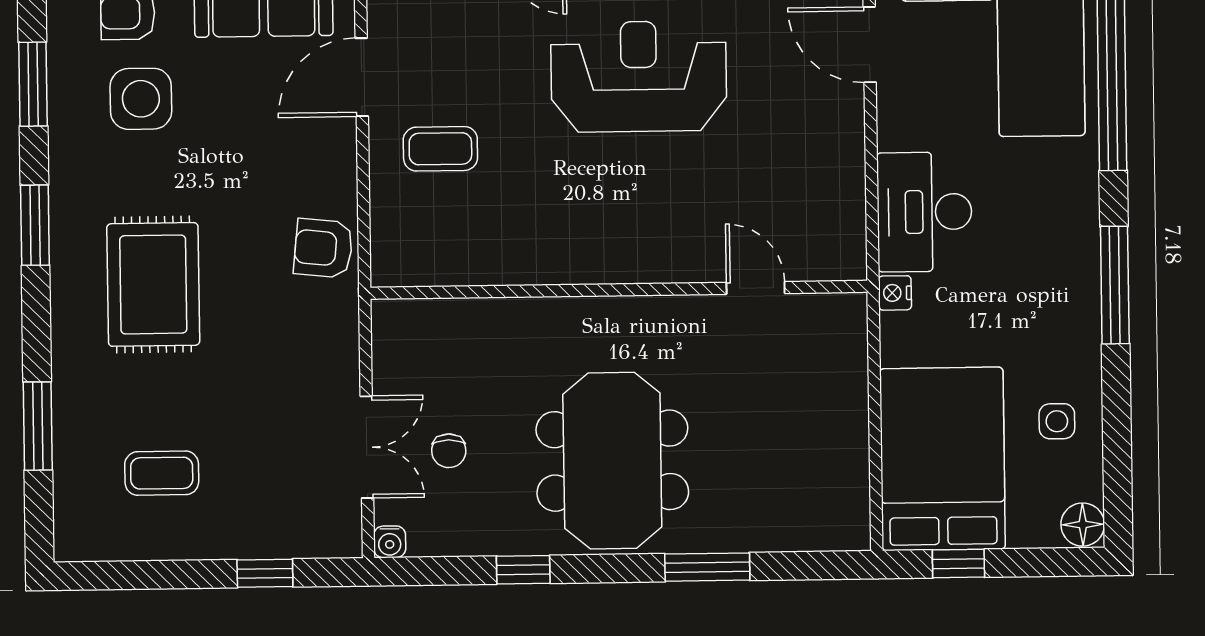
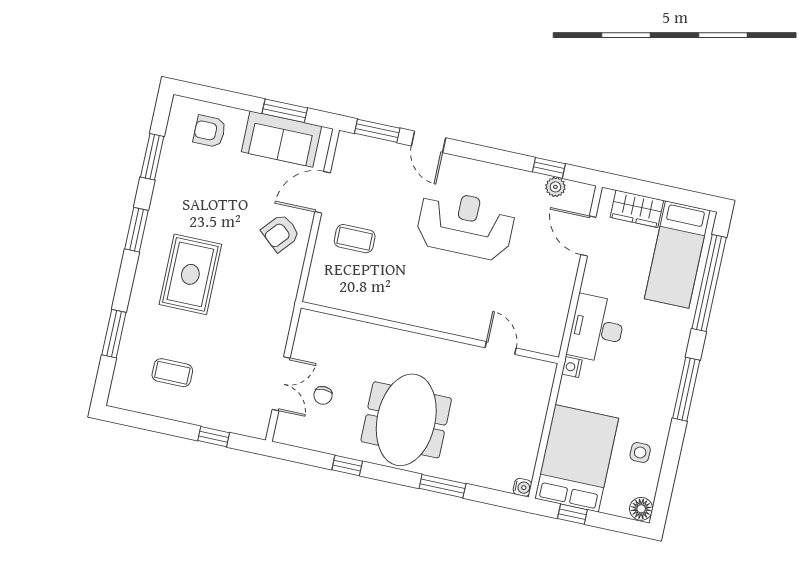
side table: (141, 99) -> (206, 177), removed
armchair: (323, 248) -> (280, 233), moved, turned -55
water cooler: (390, 542) -> (522, 487), moved, turned -90

